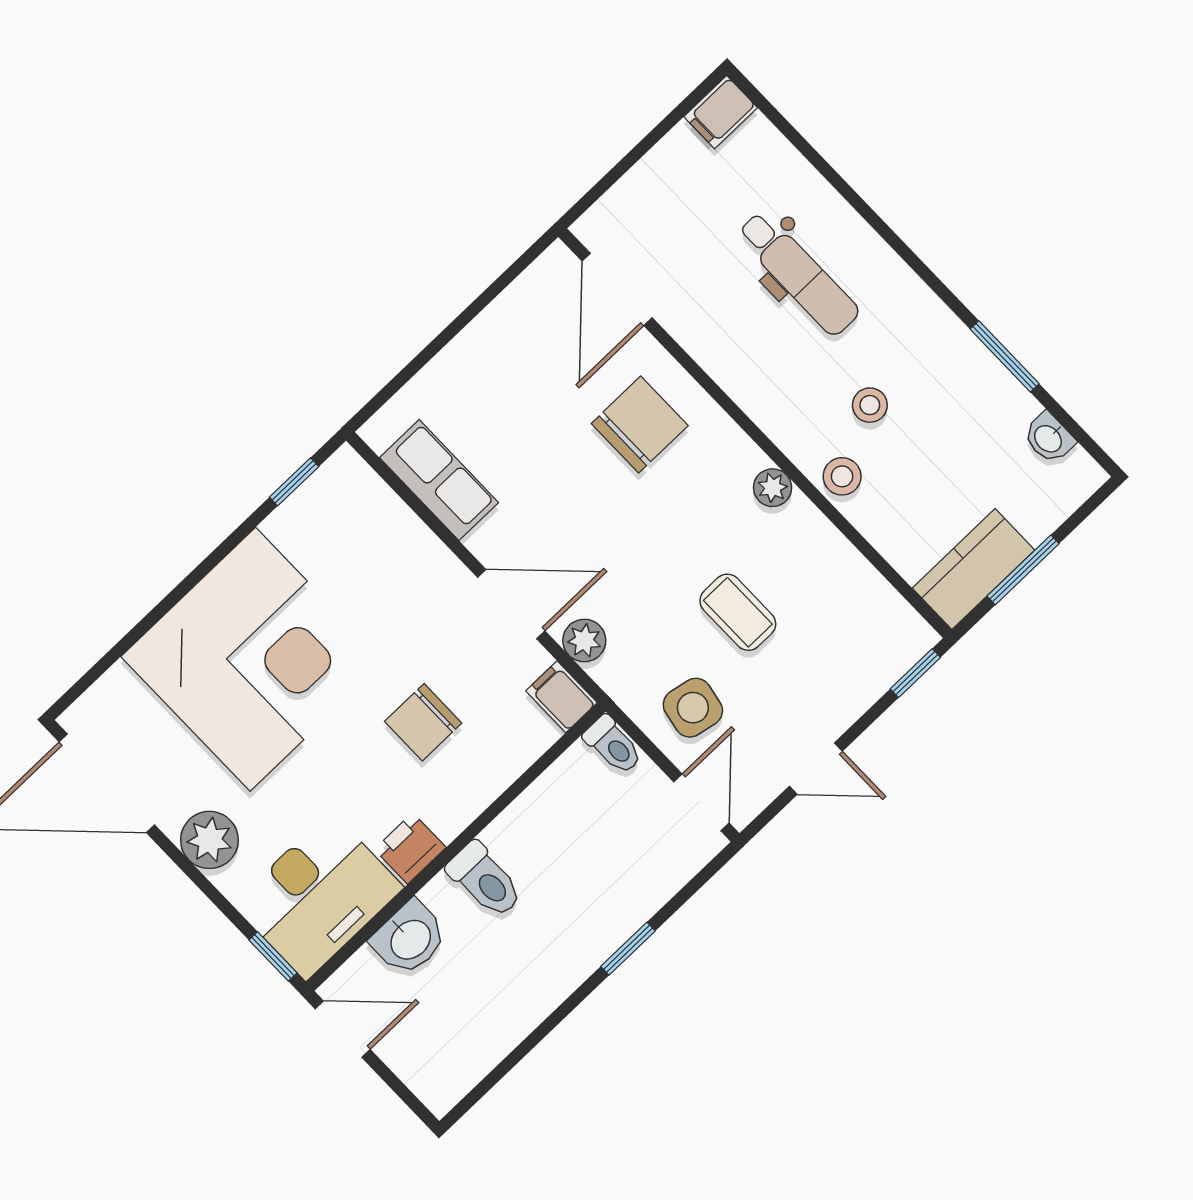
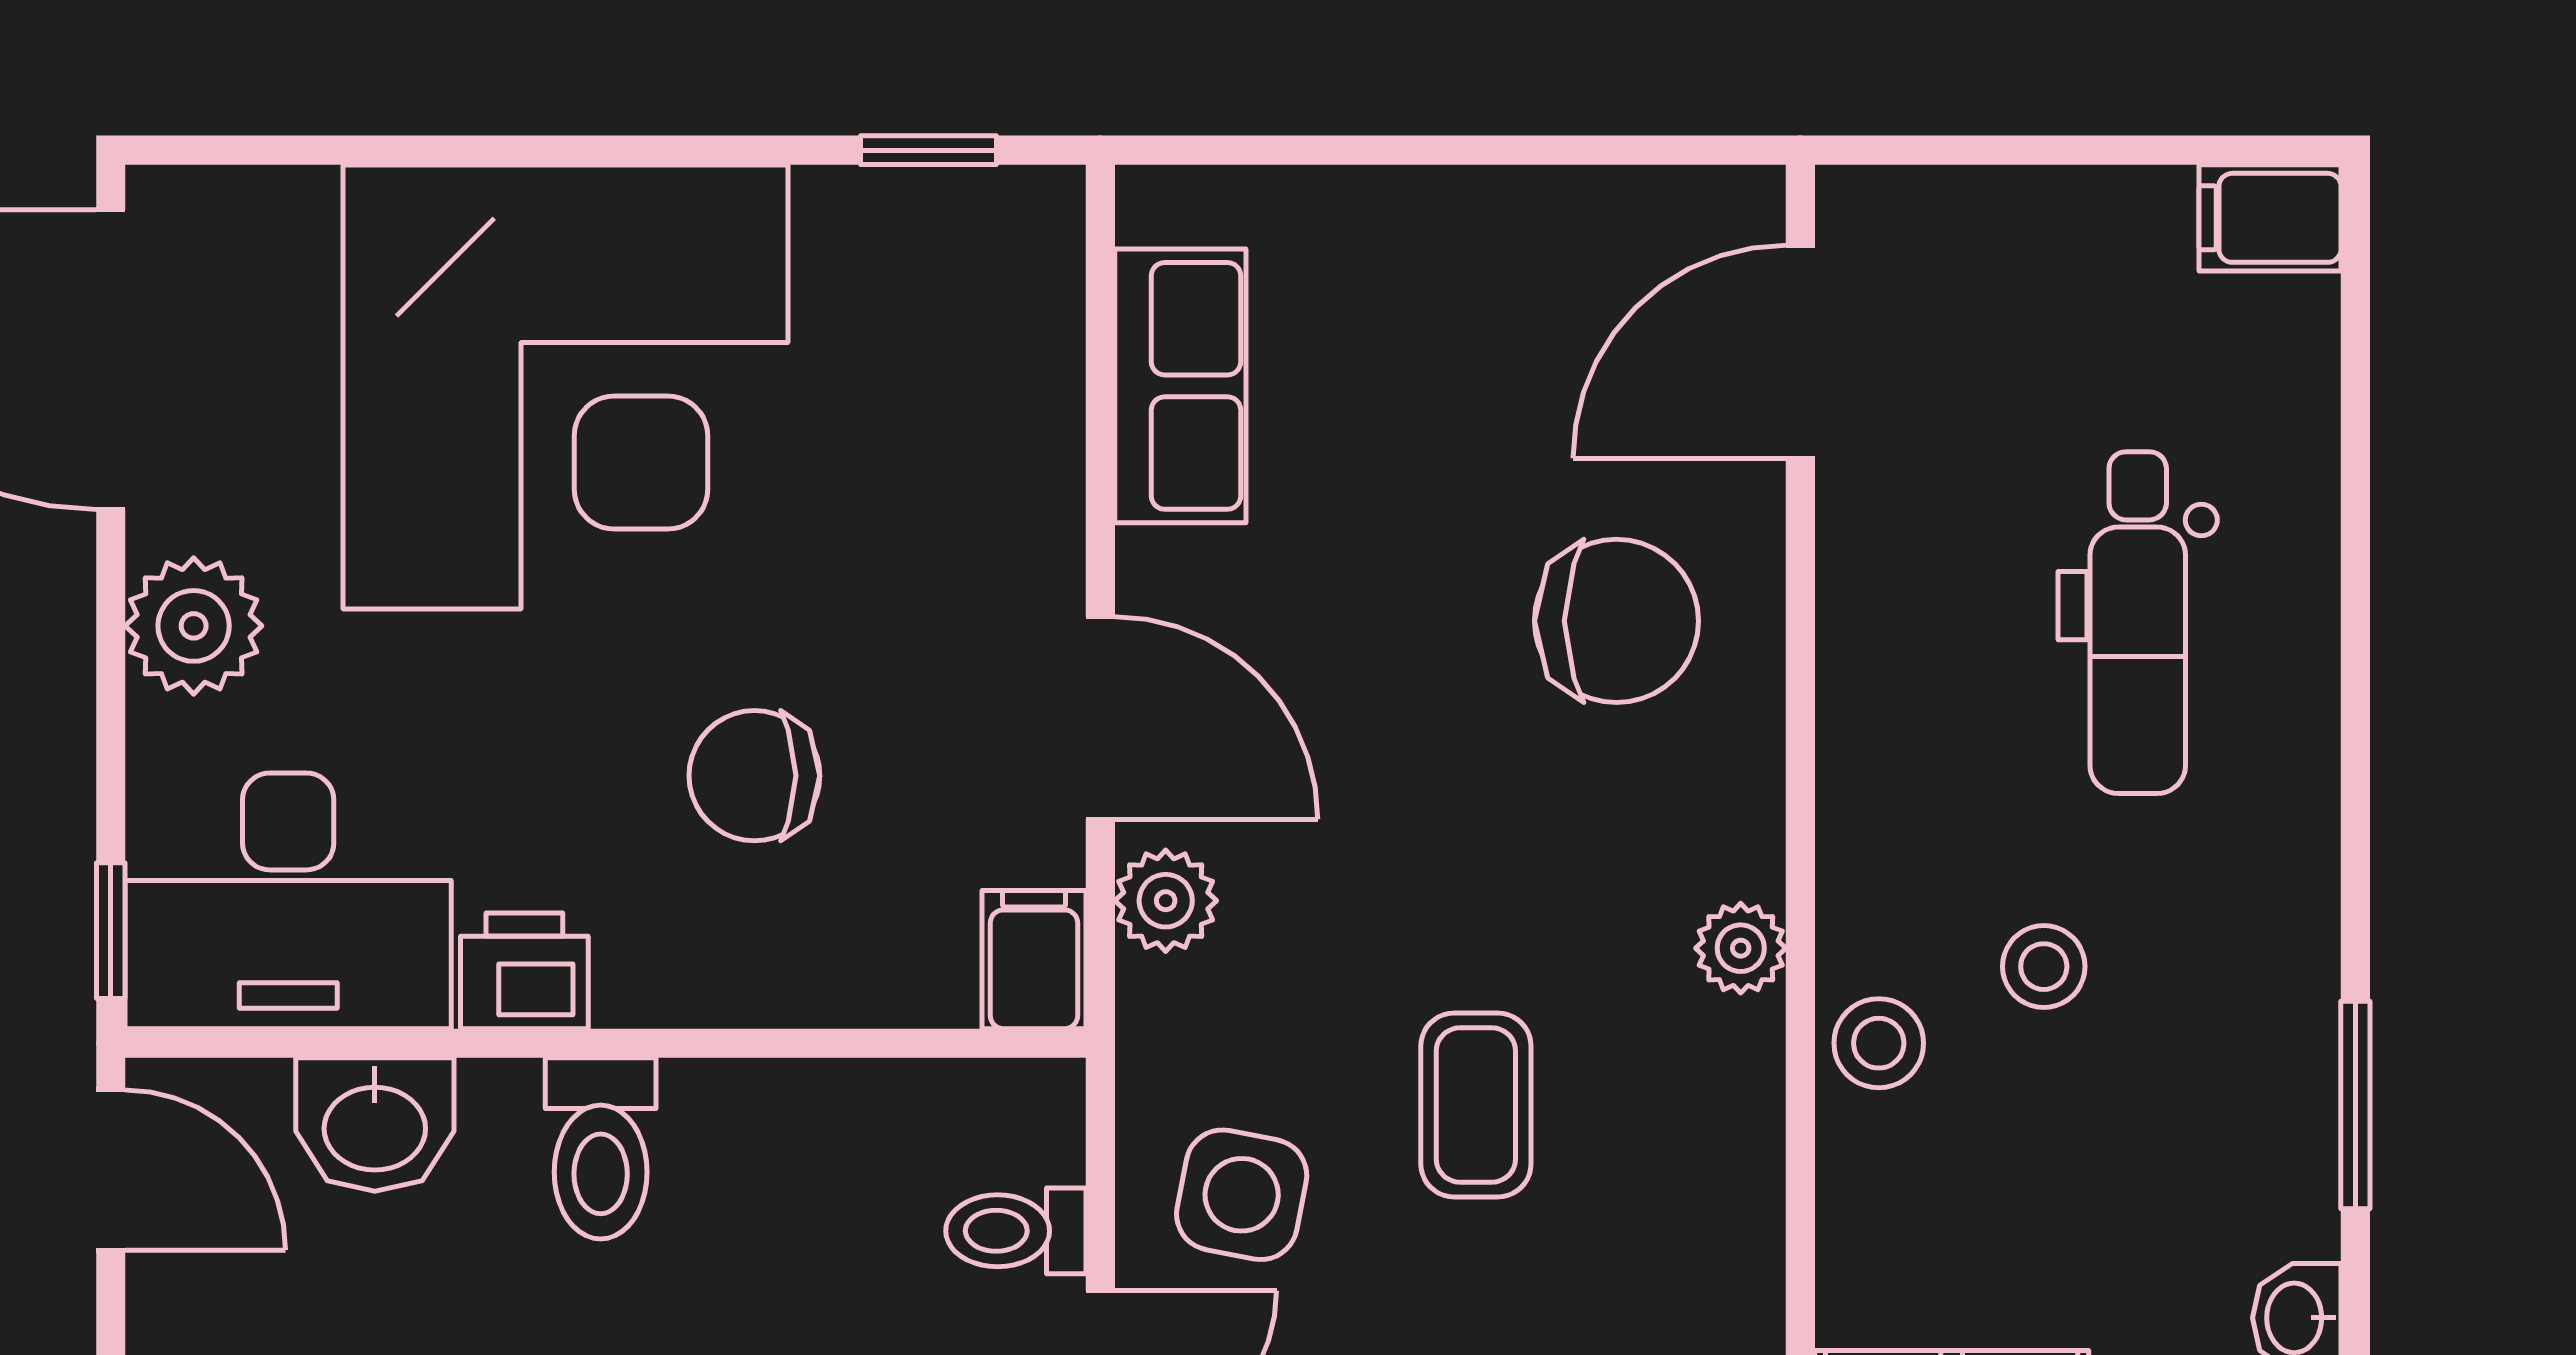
toilet: (613, 745) -> (1016, 1231), moved, turned 90

